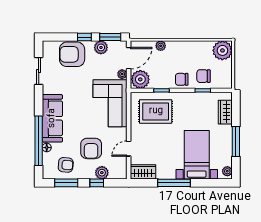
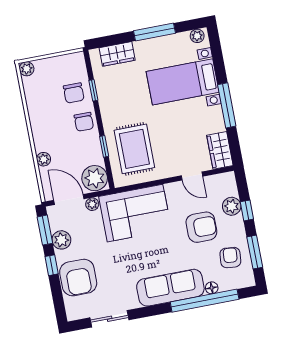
plant: (222, 50) -> (27, 69), width x0.53, depth x0.53

